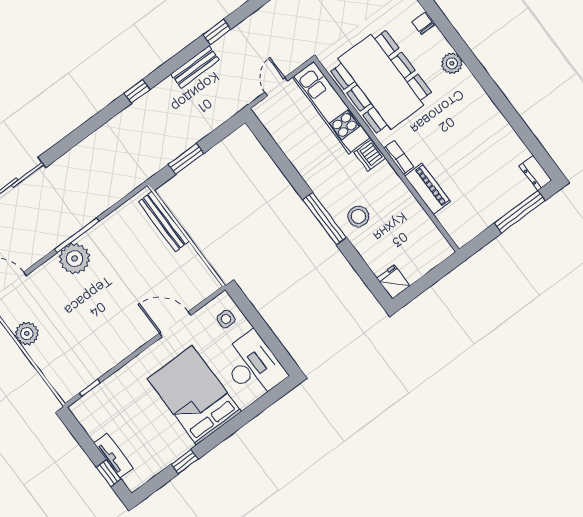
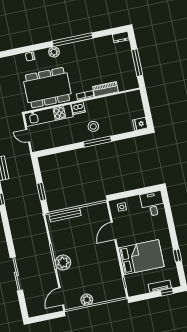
window: (490, 87) -> (72, 40), added
window: (520, 212) -> (137, 63), moved
stool: (358, 216) -> (93, 126), moved
desk: (253, 366) -> (153, 204), width x0.73
bed: (194, 395) -> (141, 257), moved, turned 180

